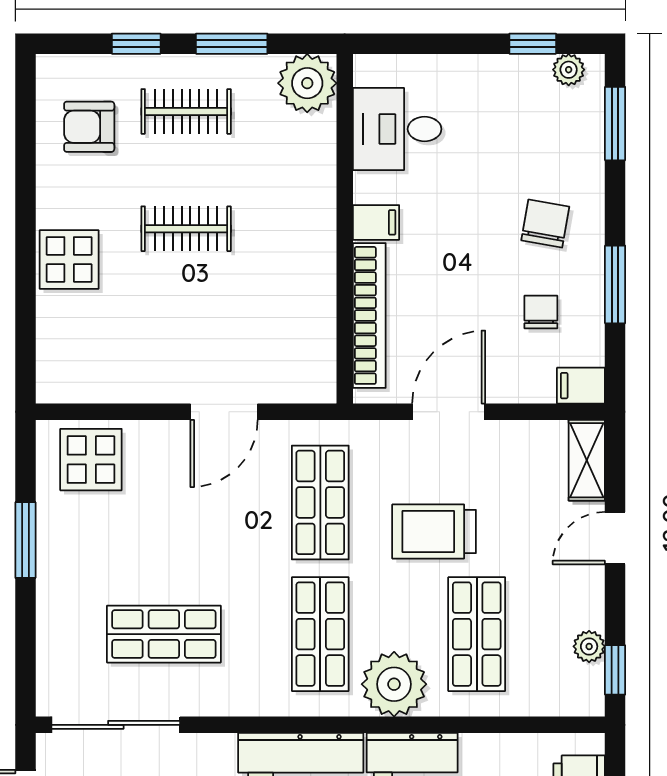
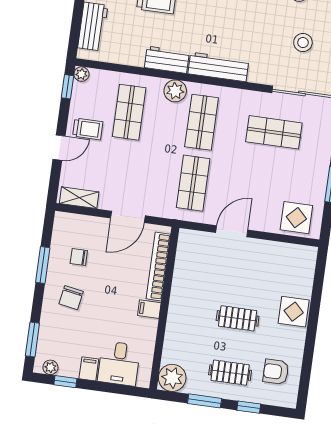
armchair: (89, 127) -> (276, 372), turned 180
desk: (397, 129) -> (119, 363), moved, turned 90
chair: (541, 312) -> (79, 257), turned 90
filing cabinet: (581, 386) -> (89, 369), moved, turned -90
shelving: (587, 460) -> (79, 198), moved, turned 90
trolley: (434, 531) -> (88, 129), moved, width x0.73, depth x0.72
plant: (589, 646) -> (81, 74), moved
plant: (394, 684) -> (175, 91), width x0.73, depth x0.73

